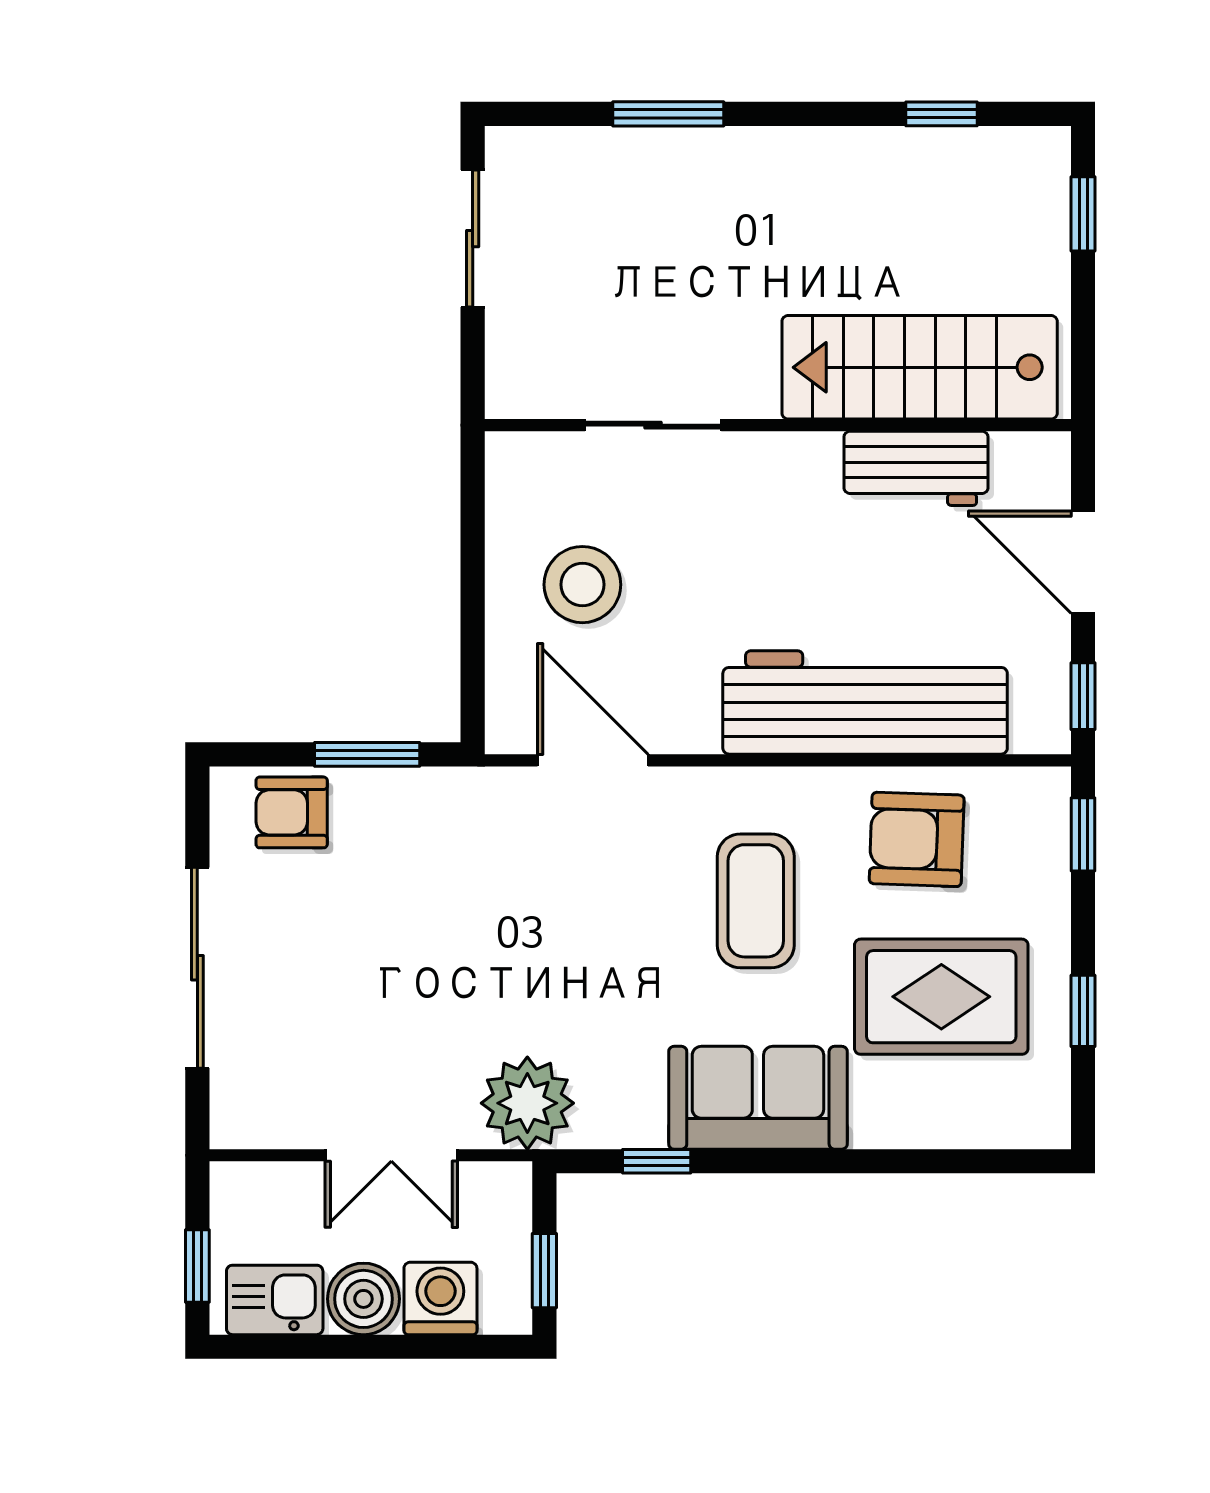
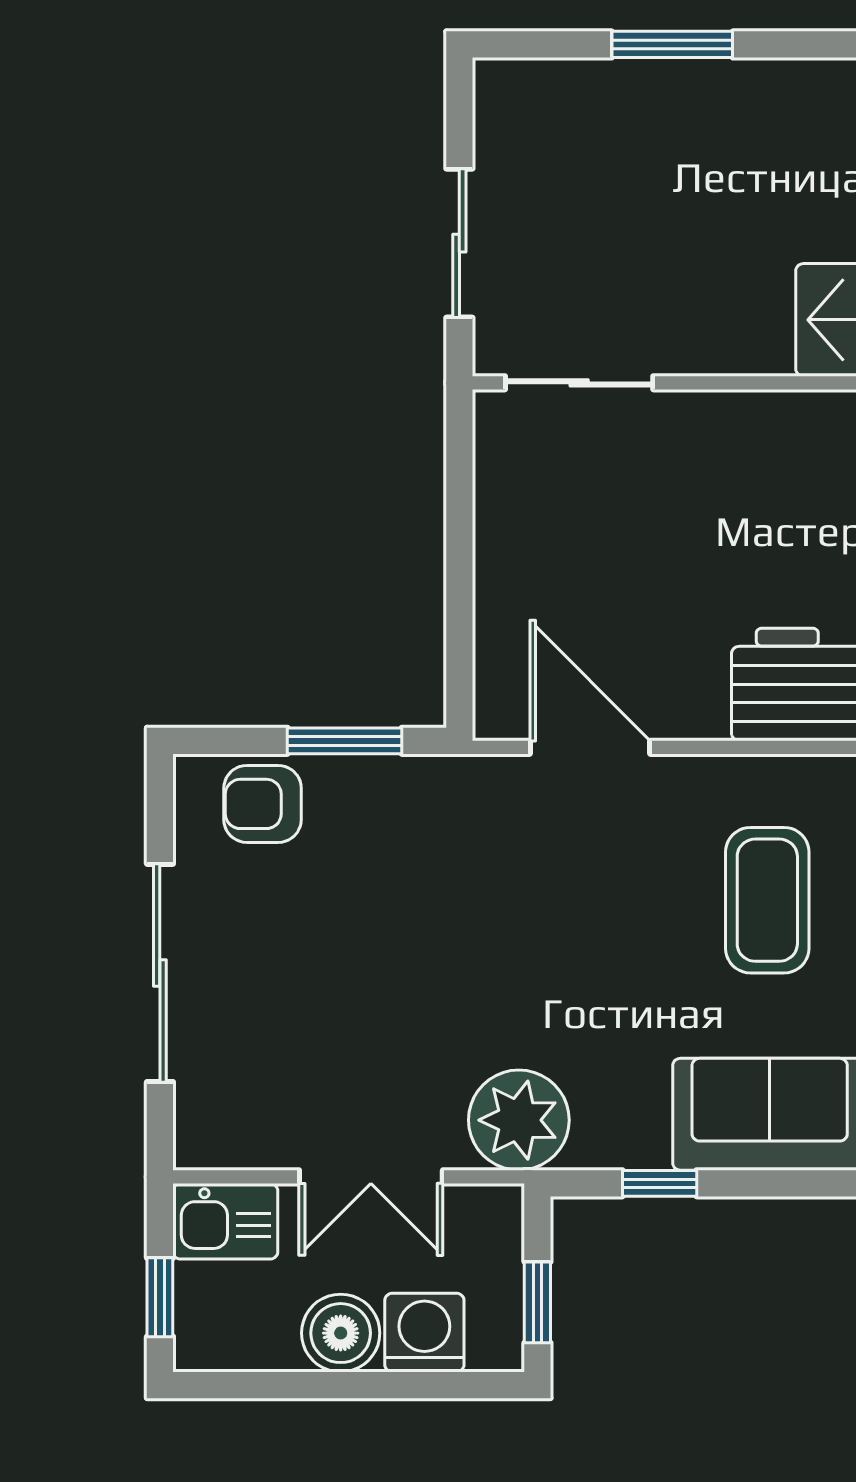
sliding door: (473, 239) -> (459, 243), moved
sliding door: (653, 425) -> (579, 383), moved
stool: (582, 585) -> (579, 556), removed
kitchen sink: (275, 1300) -> (225, 1221), moved, turned 180

